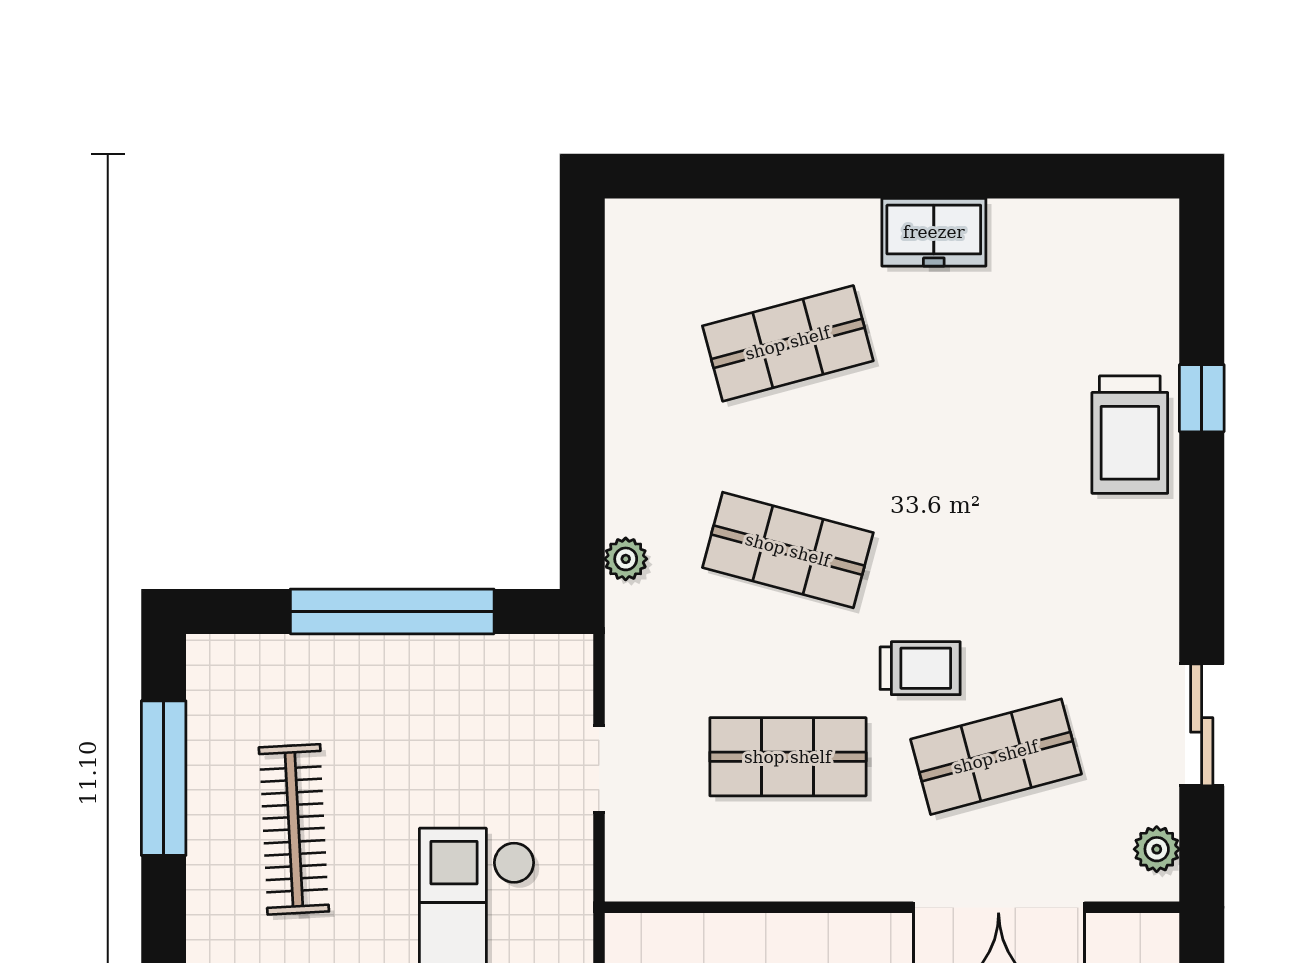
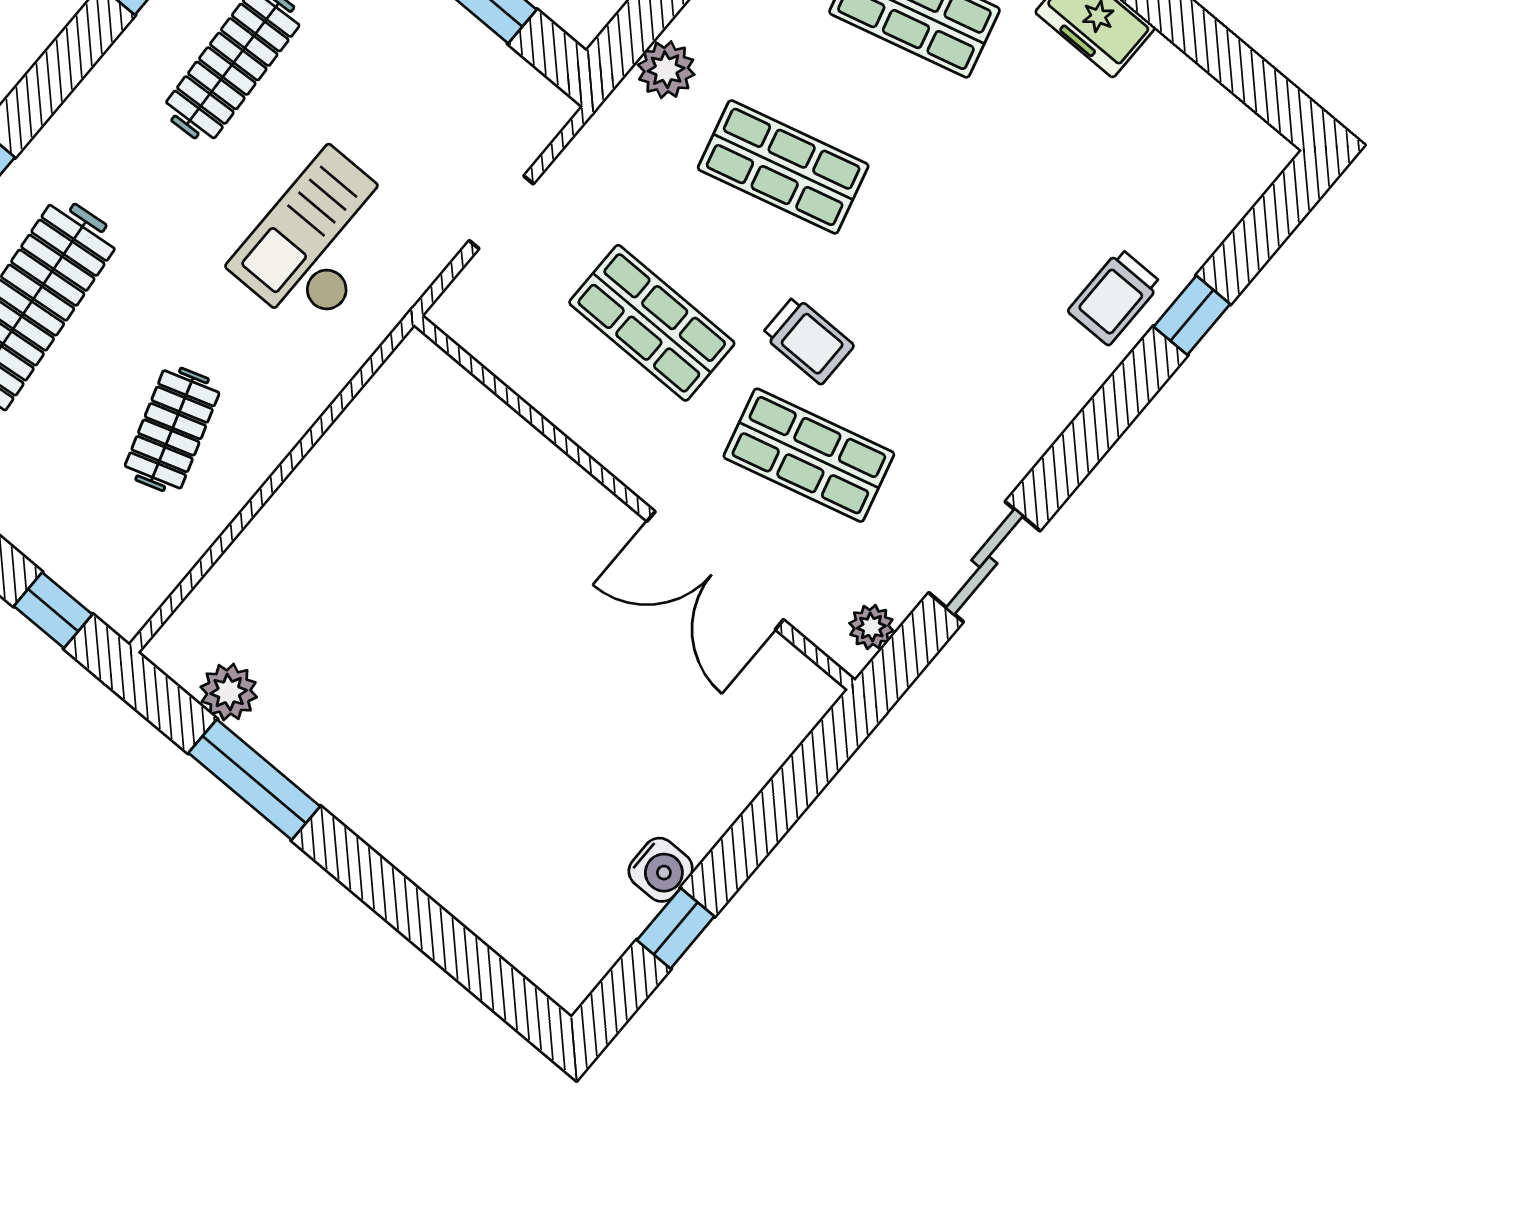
trolley: (1130, 435) -> (1115, 297), width x0.73, depth x0.72
shop shelf: (788, 550) -> (783, 167), turned -30
plant: (626, 559) -> (666, 70), width x1.38, depth x1.38

